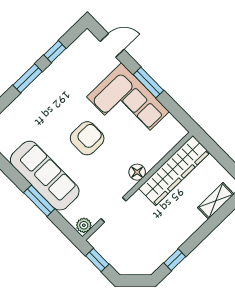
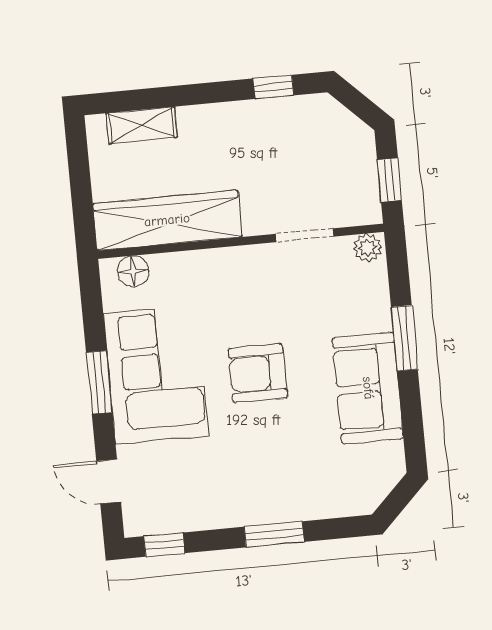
window: (55, 52) -> (164, 545), moved
floor lamp: (137, 172) -> (133, 271), moved
sofa: (45, 176) -> (368, 388), width x0.73

